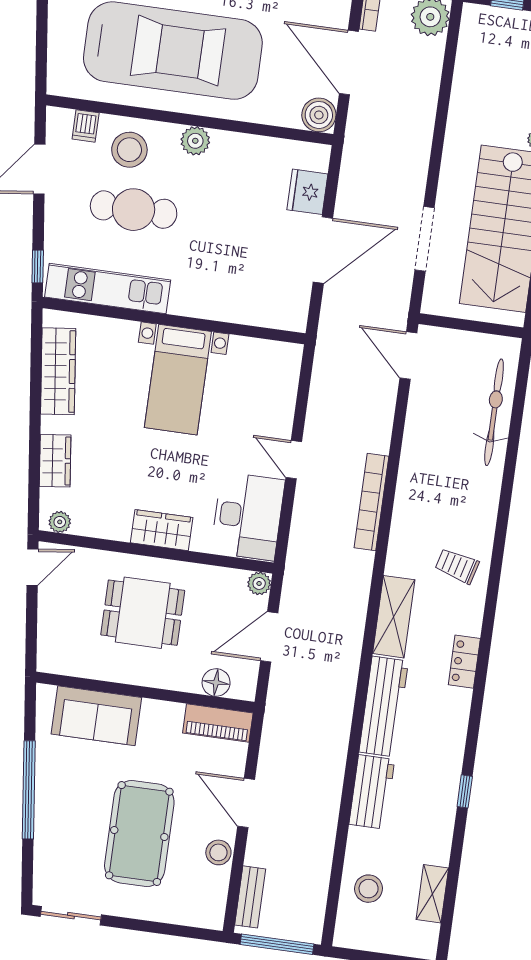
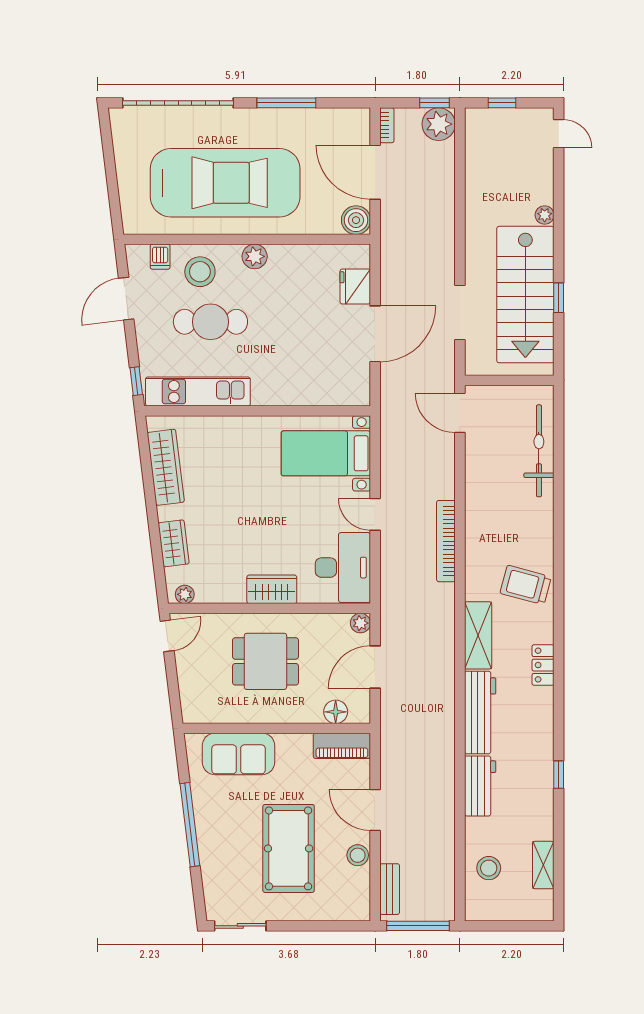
bed with nightstands: (178, 380) -> (326, 453), moved, turned 90
trolley: (457, 566) -> (526, 585), width x1.36, depth x1.39

